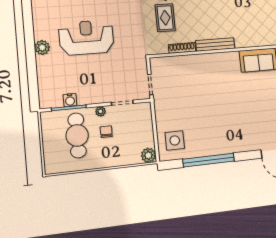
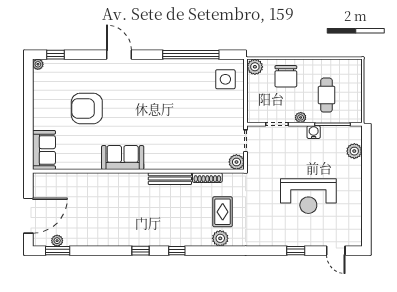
plant: (42, 47) -> (354, 151), moved
plant: (157, 64) -> (236, 162), added
water cooler: (70, 100) -> (314, 132), moved
chair: (106, 132) -> (286, 76), moved, width x1.87, depth x1.87
cafe table: (77, 135) -> (327, 95), width x0.73, depth x0.74

